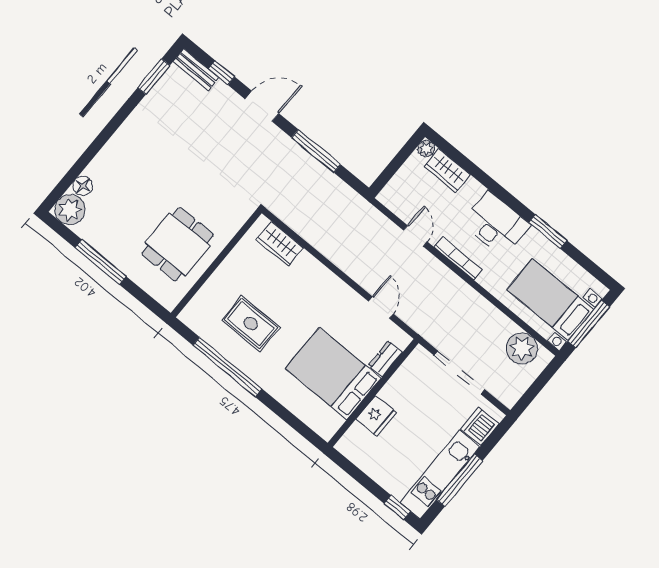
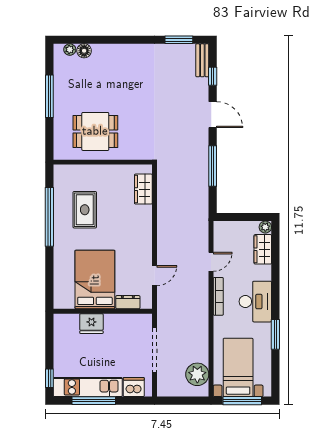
plant: (70, 210) -> (70, 50), width x0.53, depth x0.53

